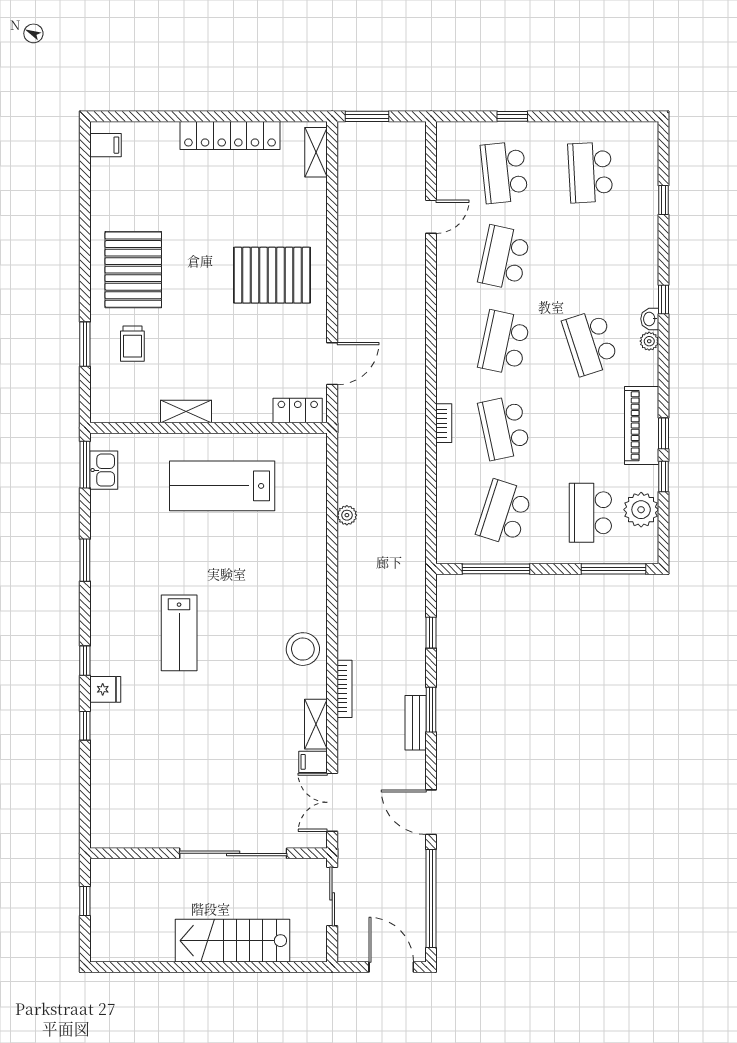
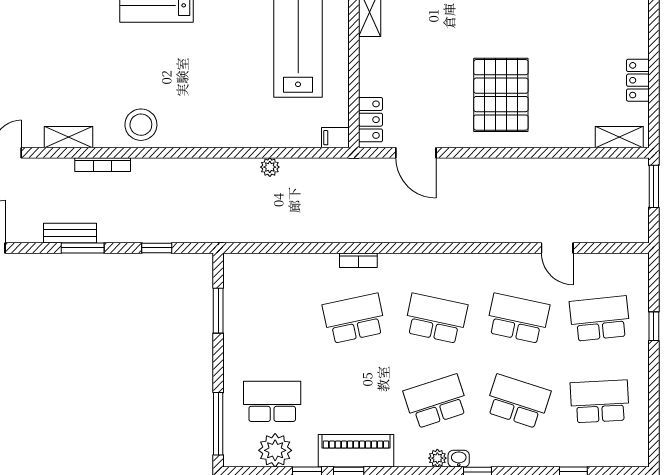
locker: (230, 135) -> (638, 80), width x0.46, depth x0.83
school desk: (504, 513) -> (518, 401), moved
window: (496, 569) -> (218, 311), width x0.69
filing cabinet: (313, 762) -> (335, 138), moved, turned -90

